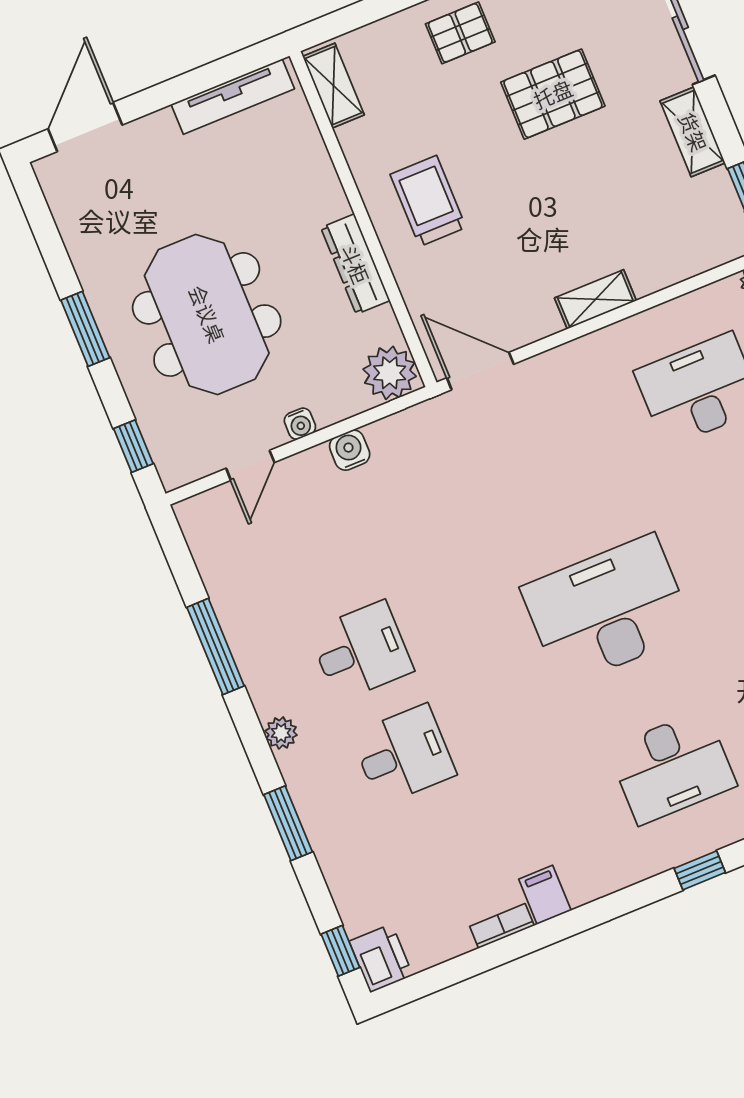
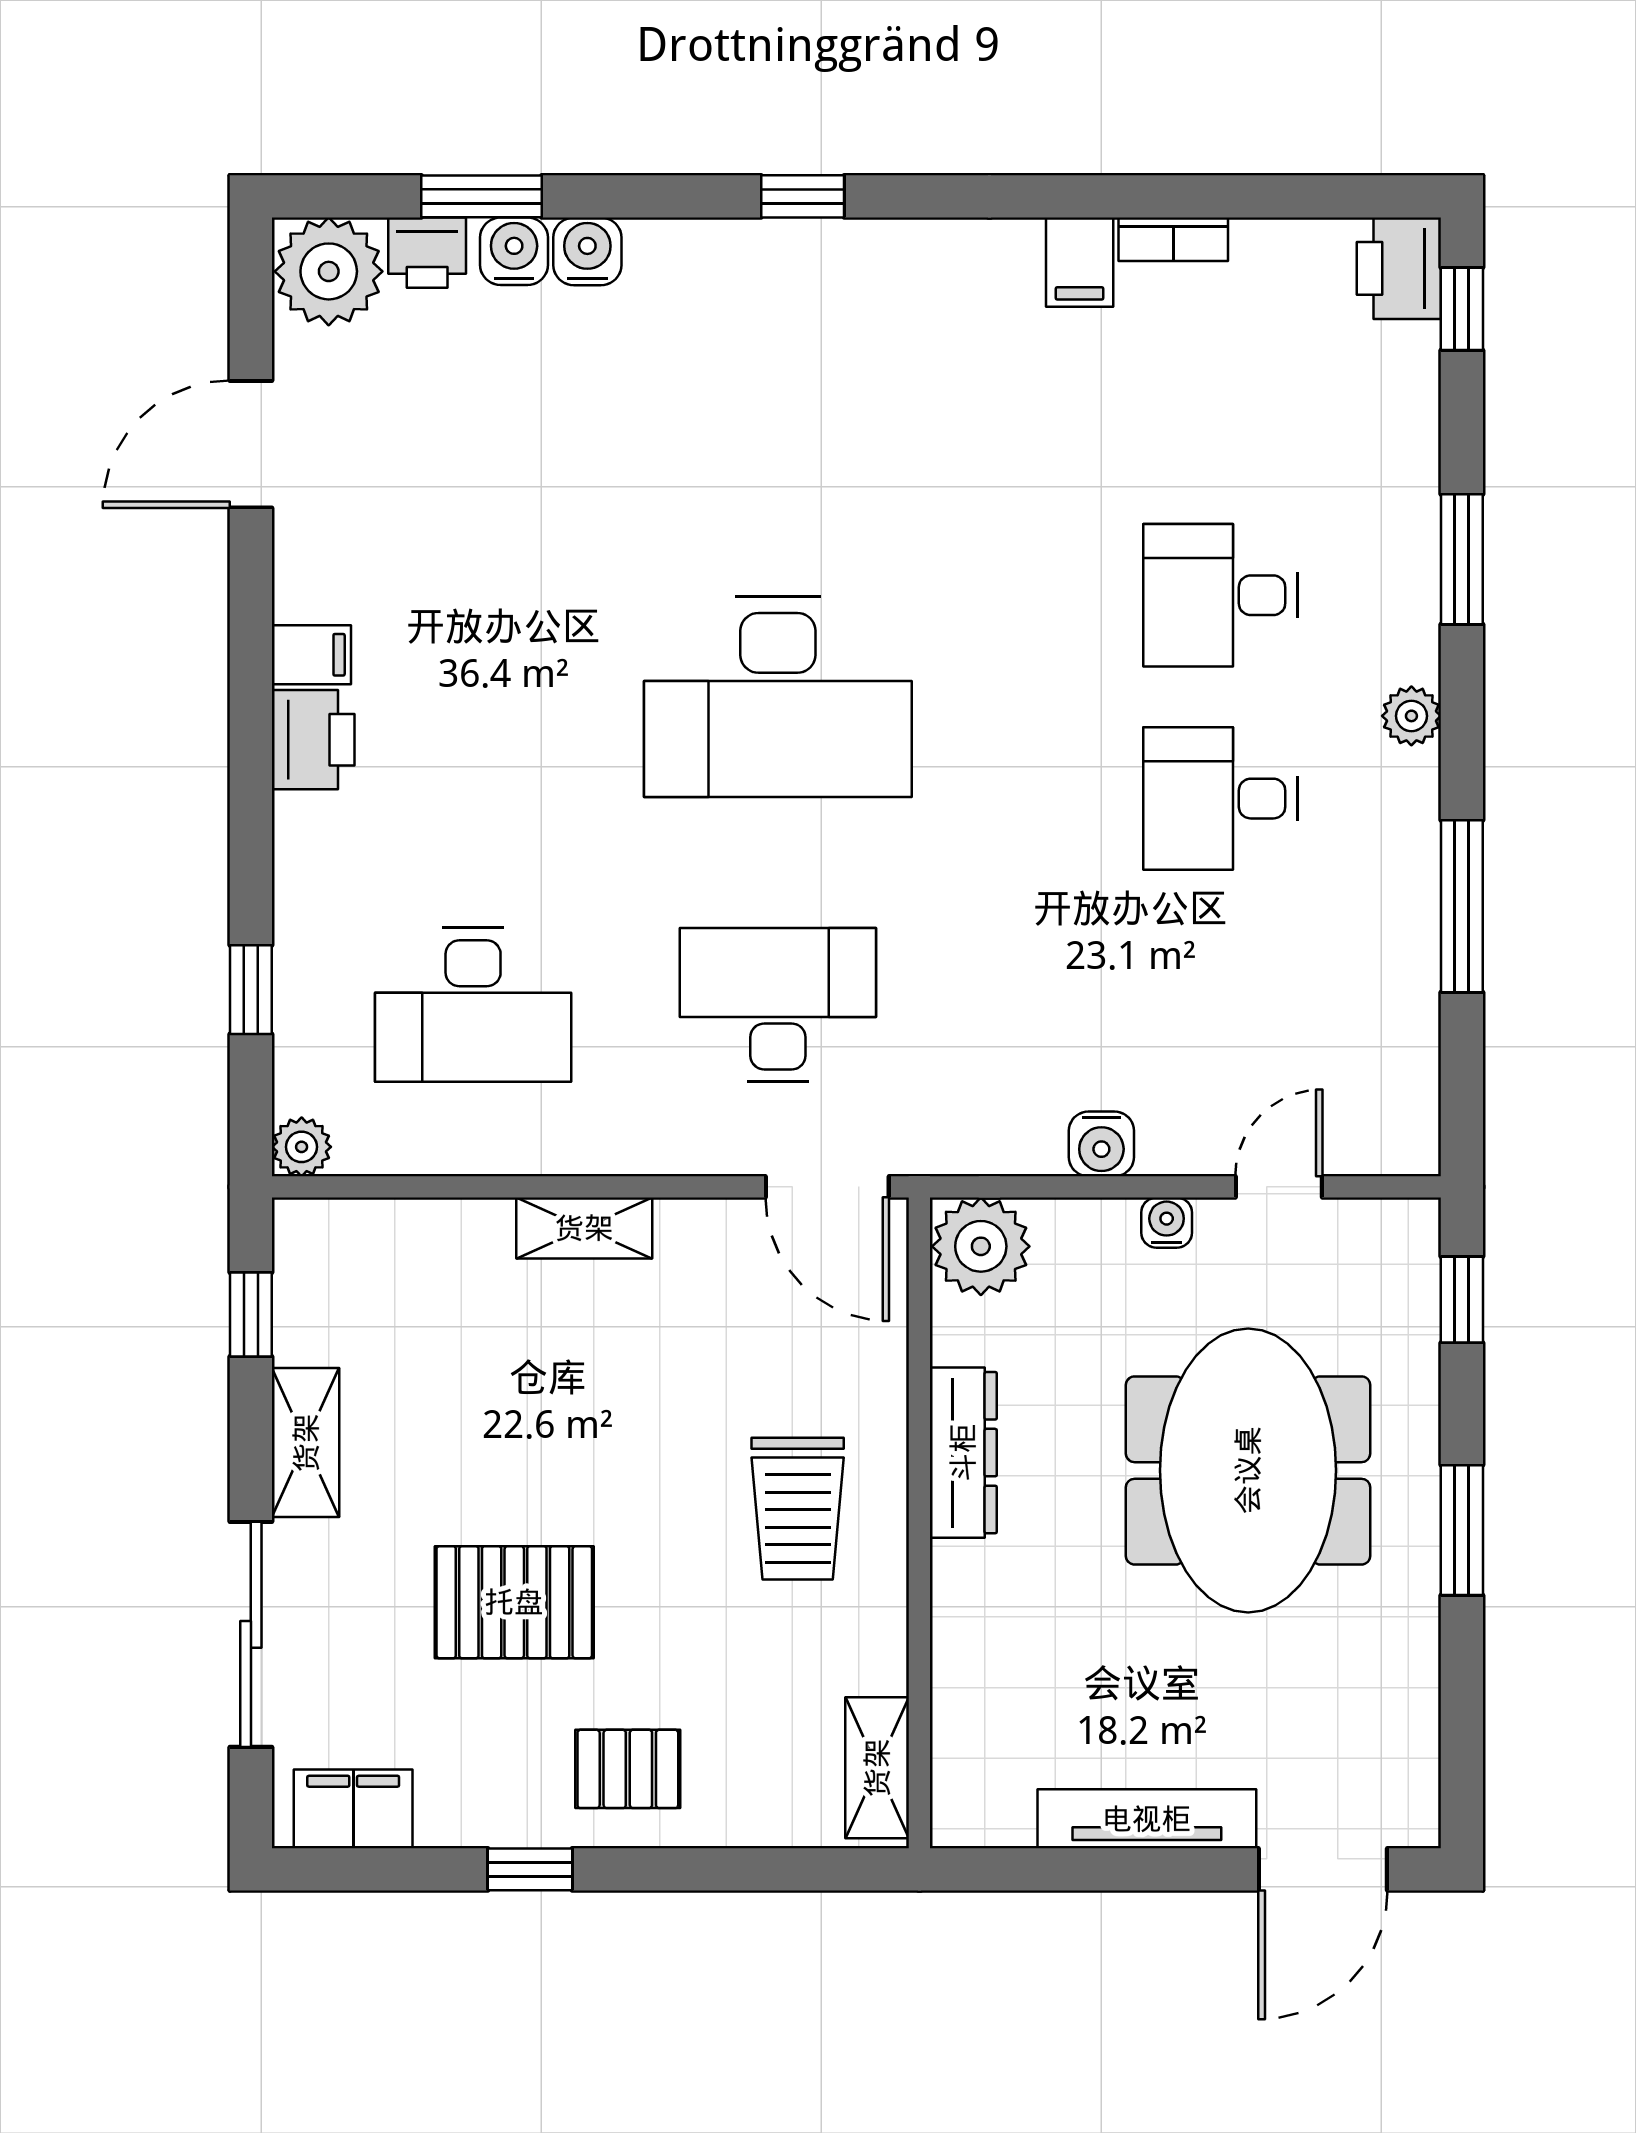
tv unit: (233, 96) -> (1147, 1819), moved
desk: (672, 767) -> (778, 1005), moved

